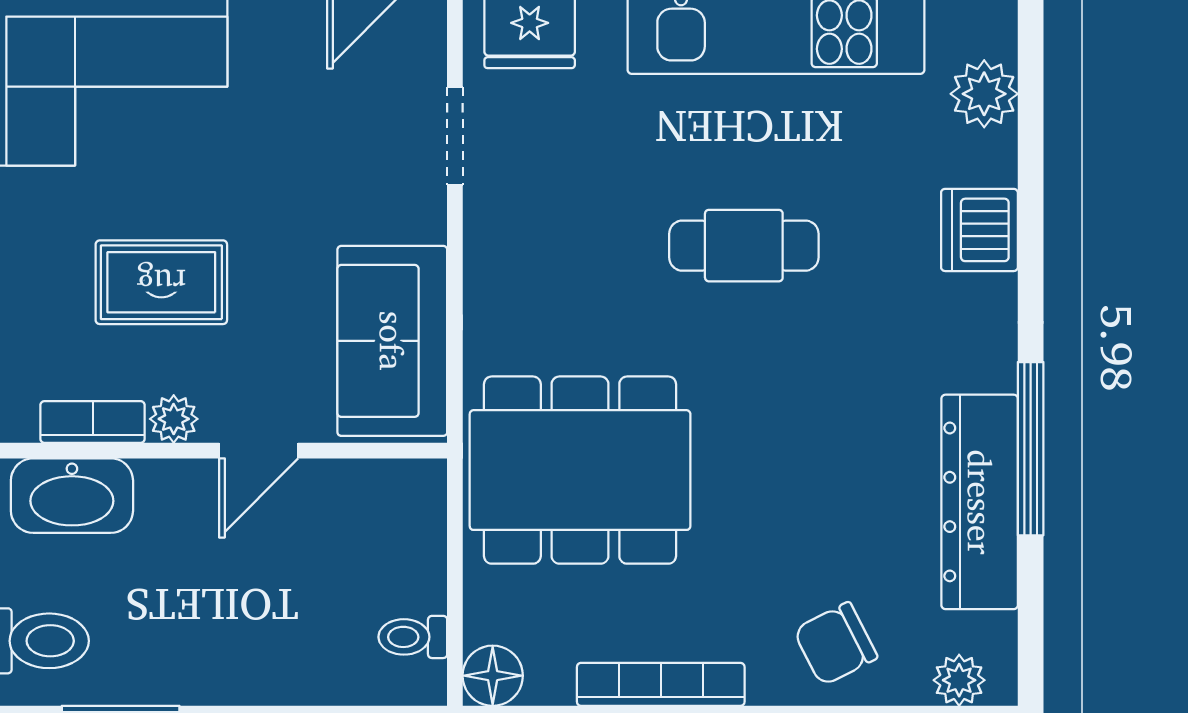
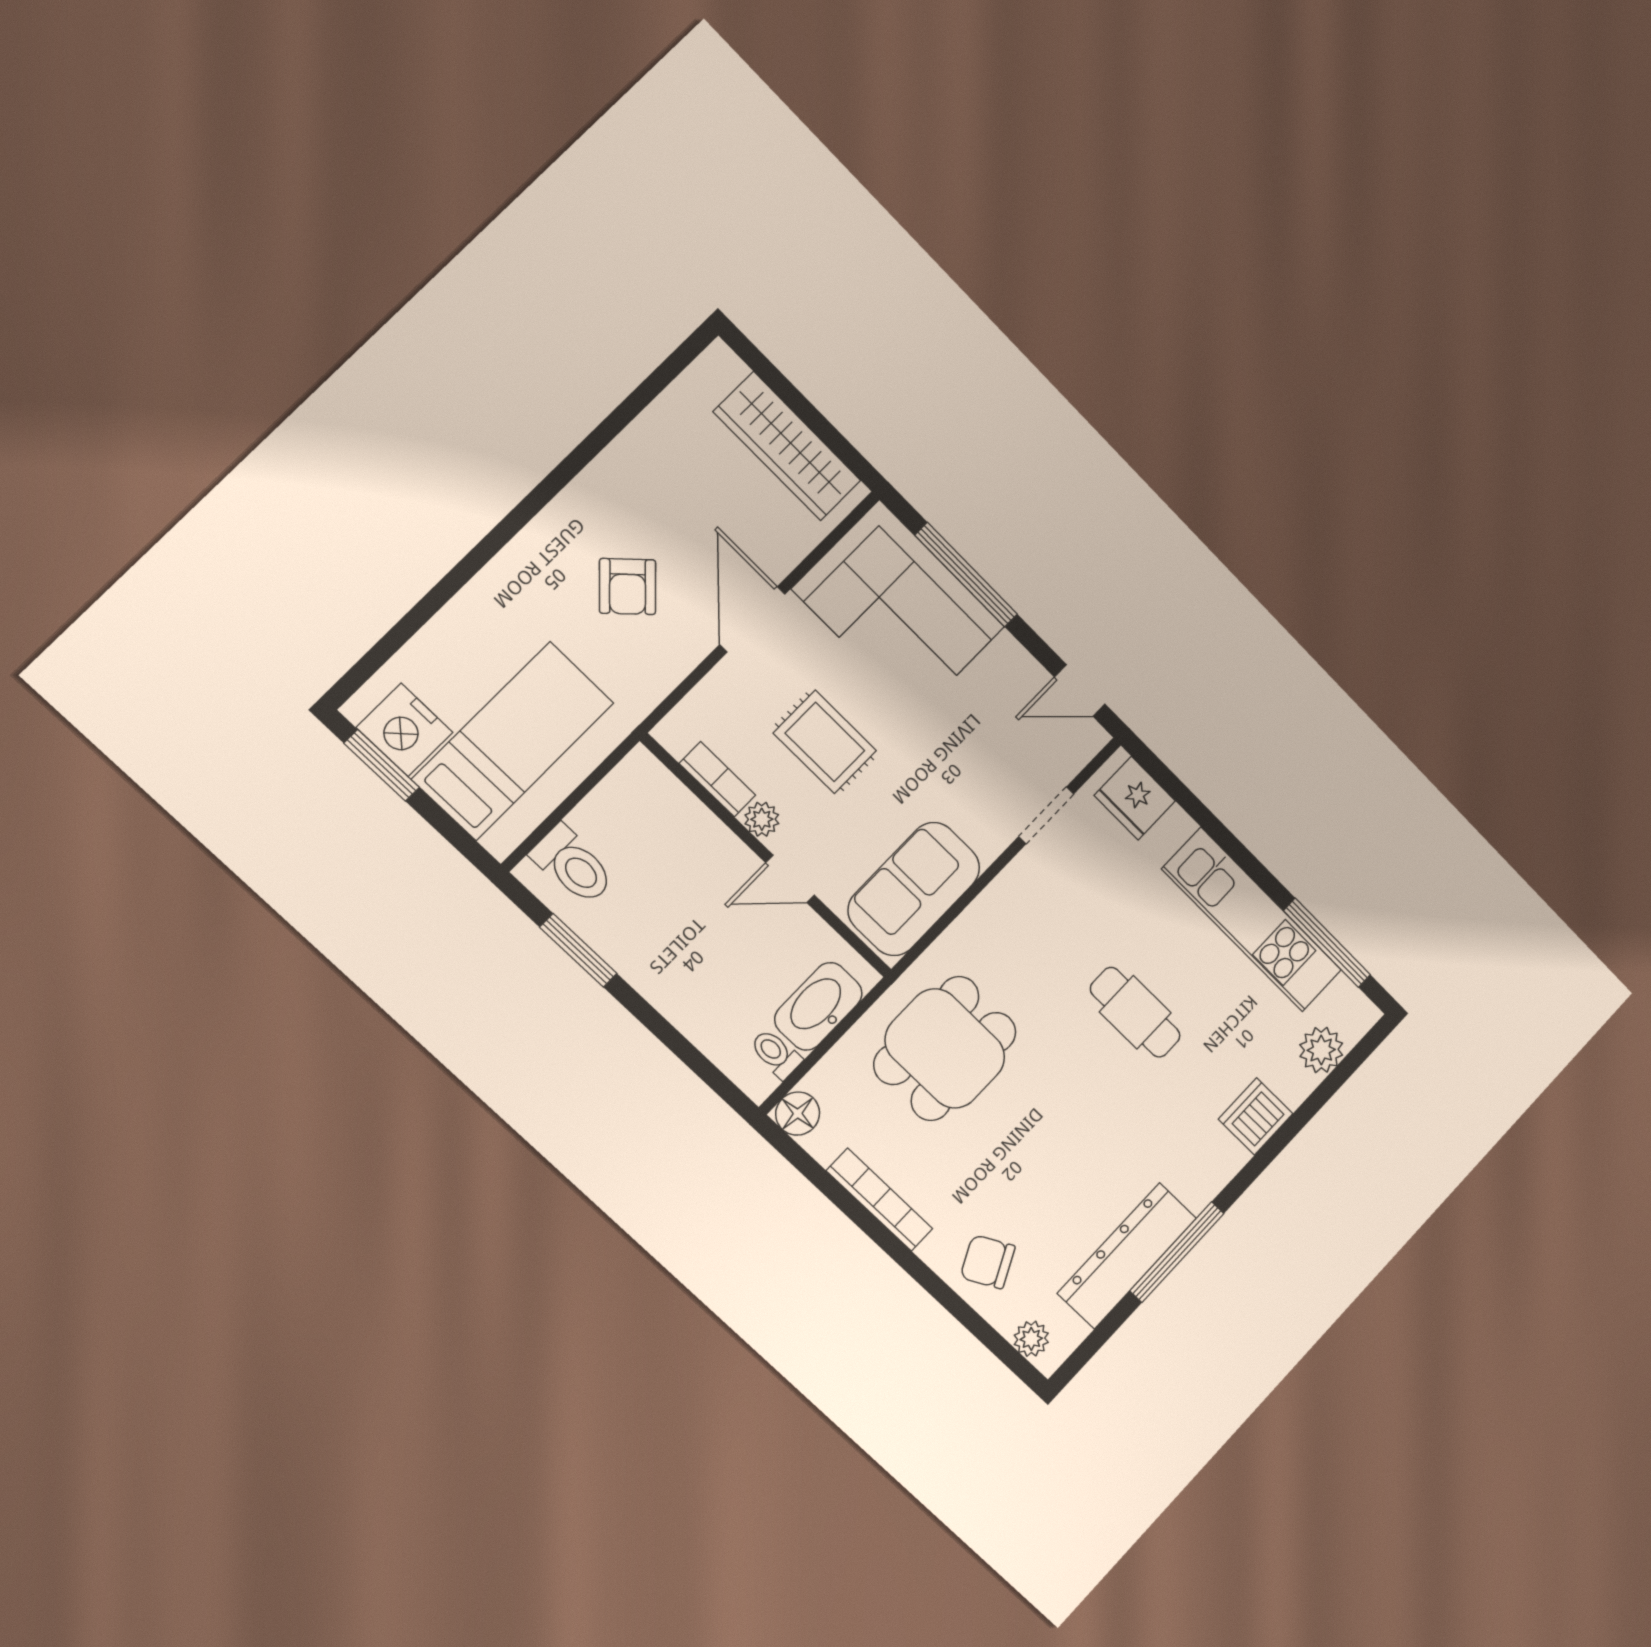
dining table: (580, 470) -> (945, 1048), width x0.73
washbasin: (72, 496) -> (818, 1006), moved, turned 90

